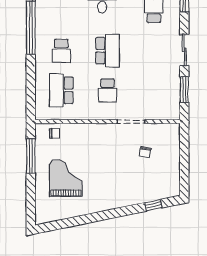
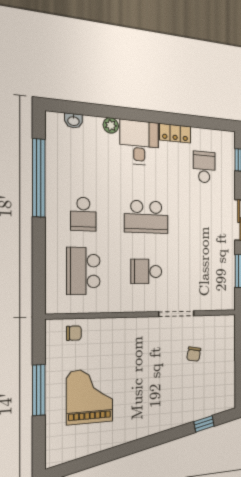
school desk: (108, 51) -> (146, 217), turned 90
school desk: (108, 90) -> (146, 271), turned 90
window: (31, 156) -> (39, 390), moved

